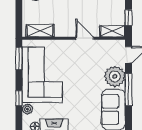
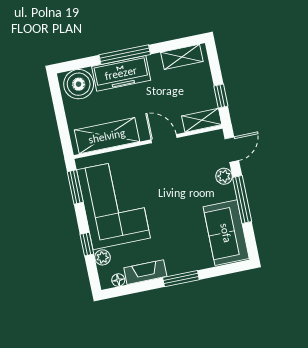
shelving: (40, 31) -> (107, 136), width x1.50, depth x1.33
plant: (115, 76) -> (224, 176), width x0.53, depth x0.53

